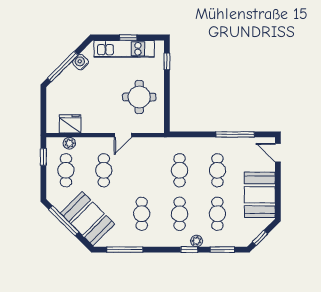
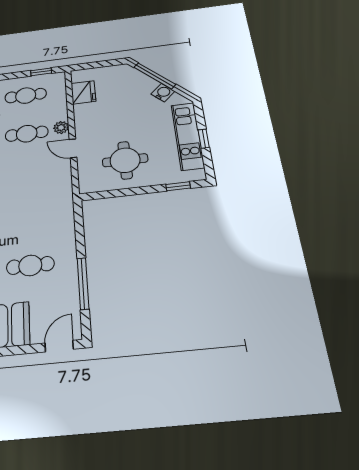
plant: (69, 143) -> (61, 128), moved
cafe table: (180, 170) -> (29, 218), removed

